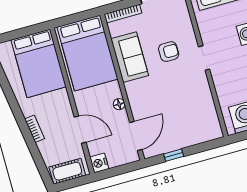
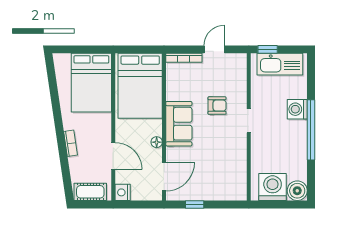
sofa: (130, 57) -> (179, 124), moved

